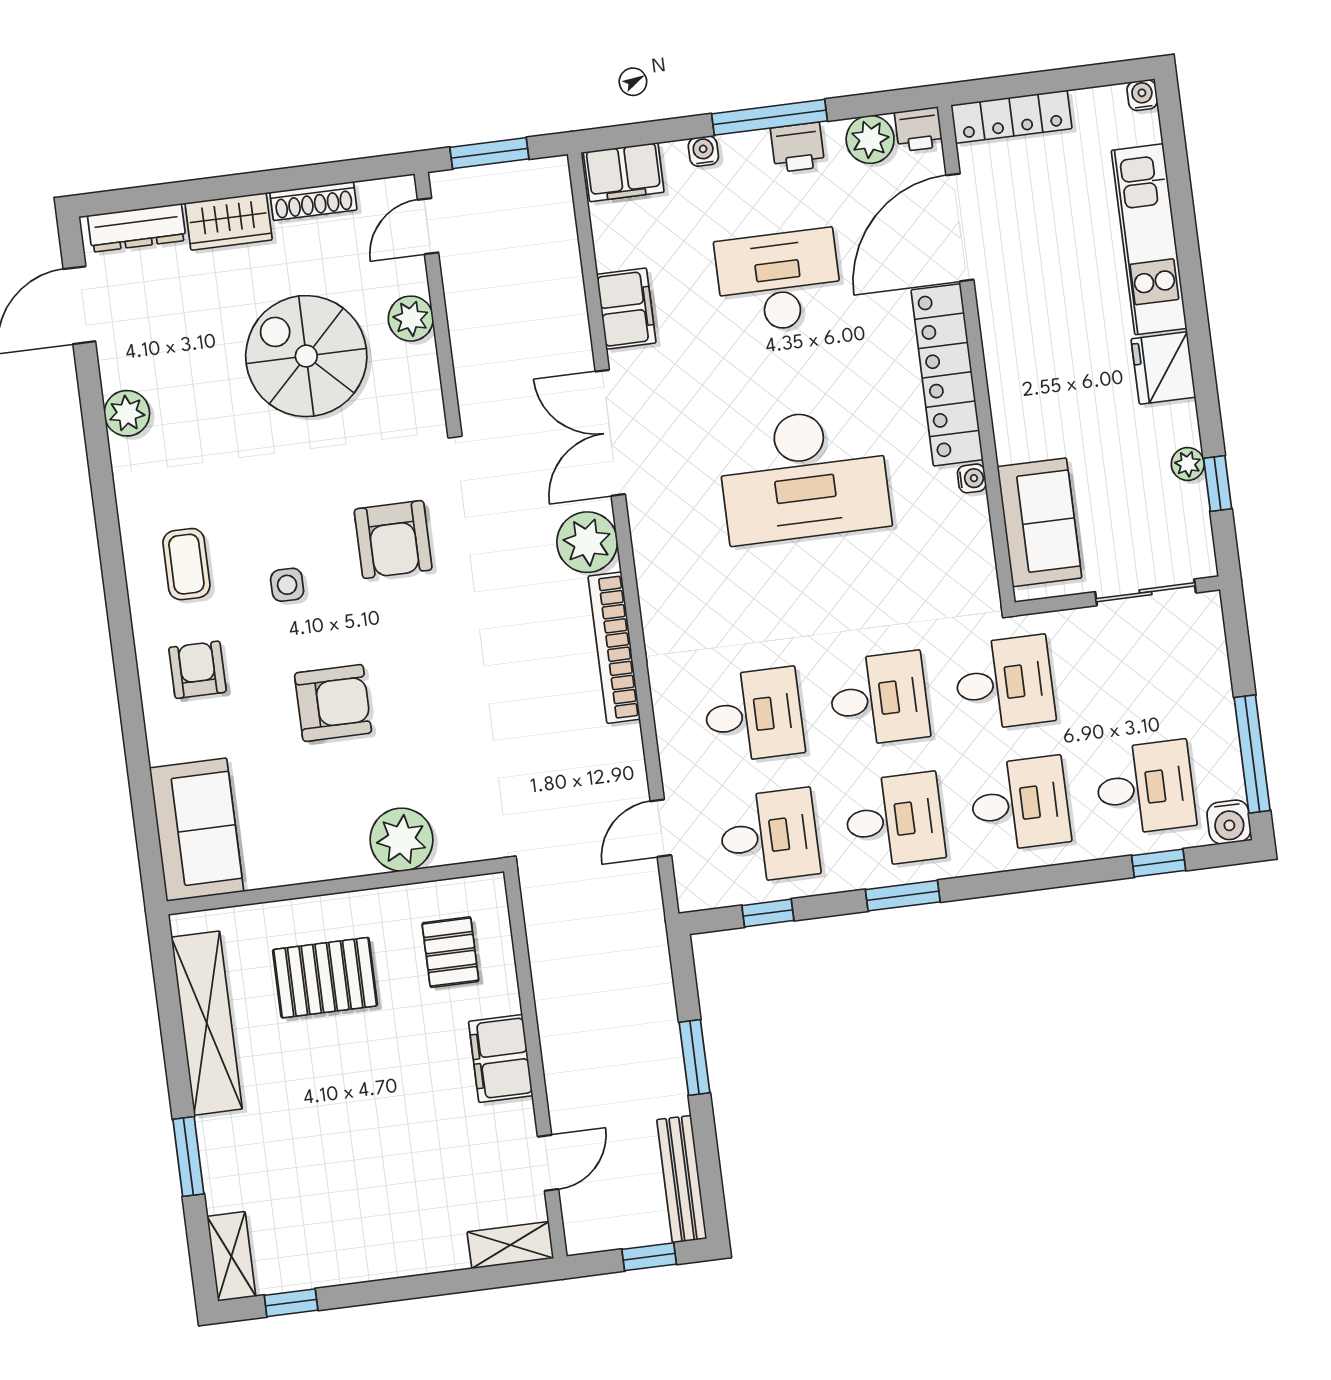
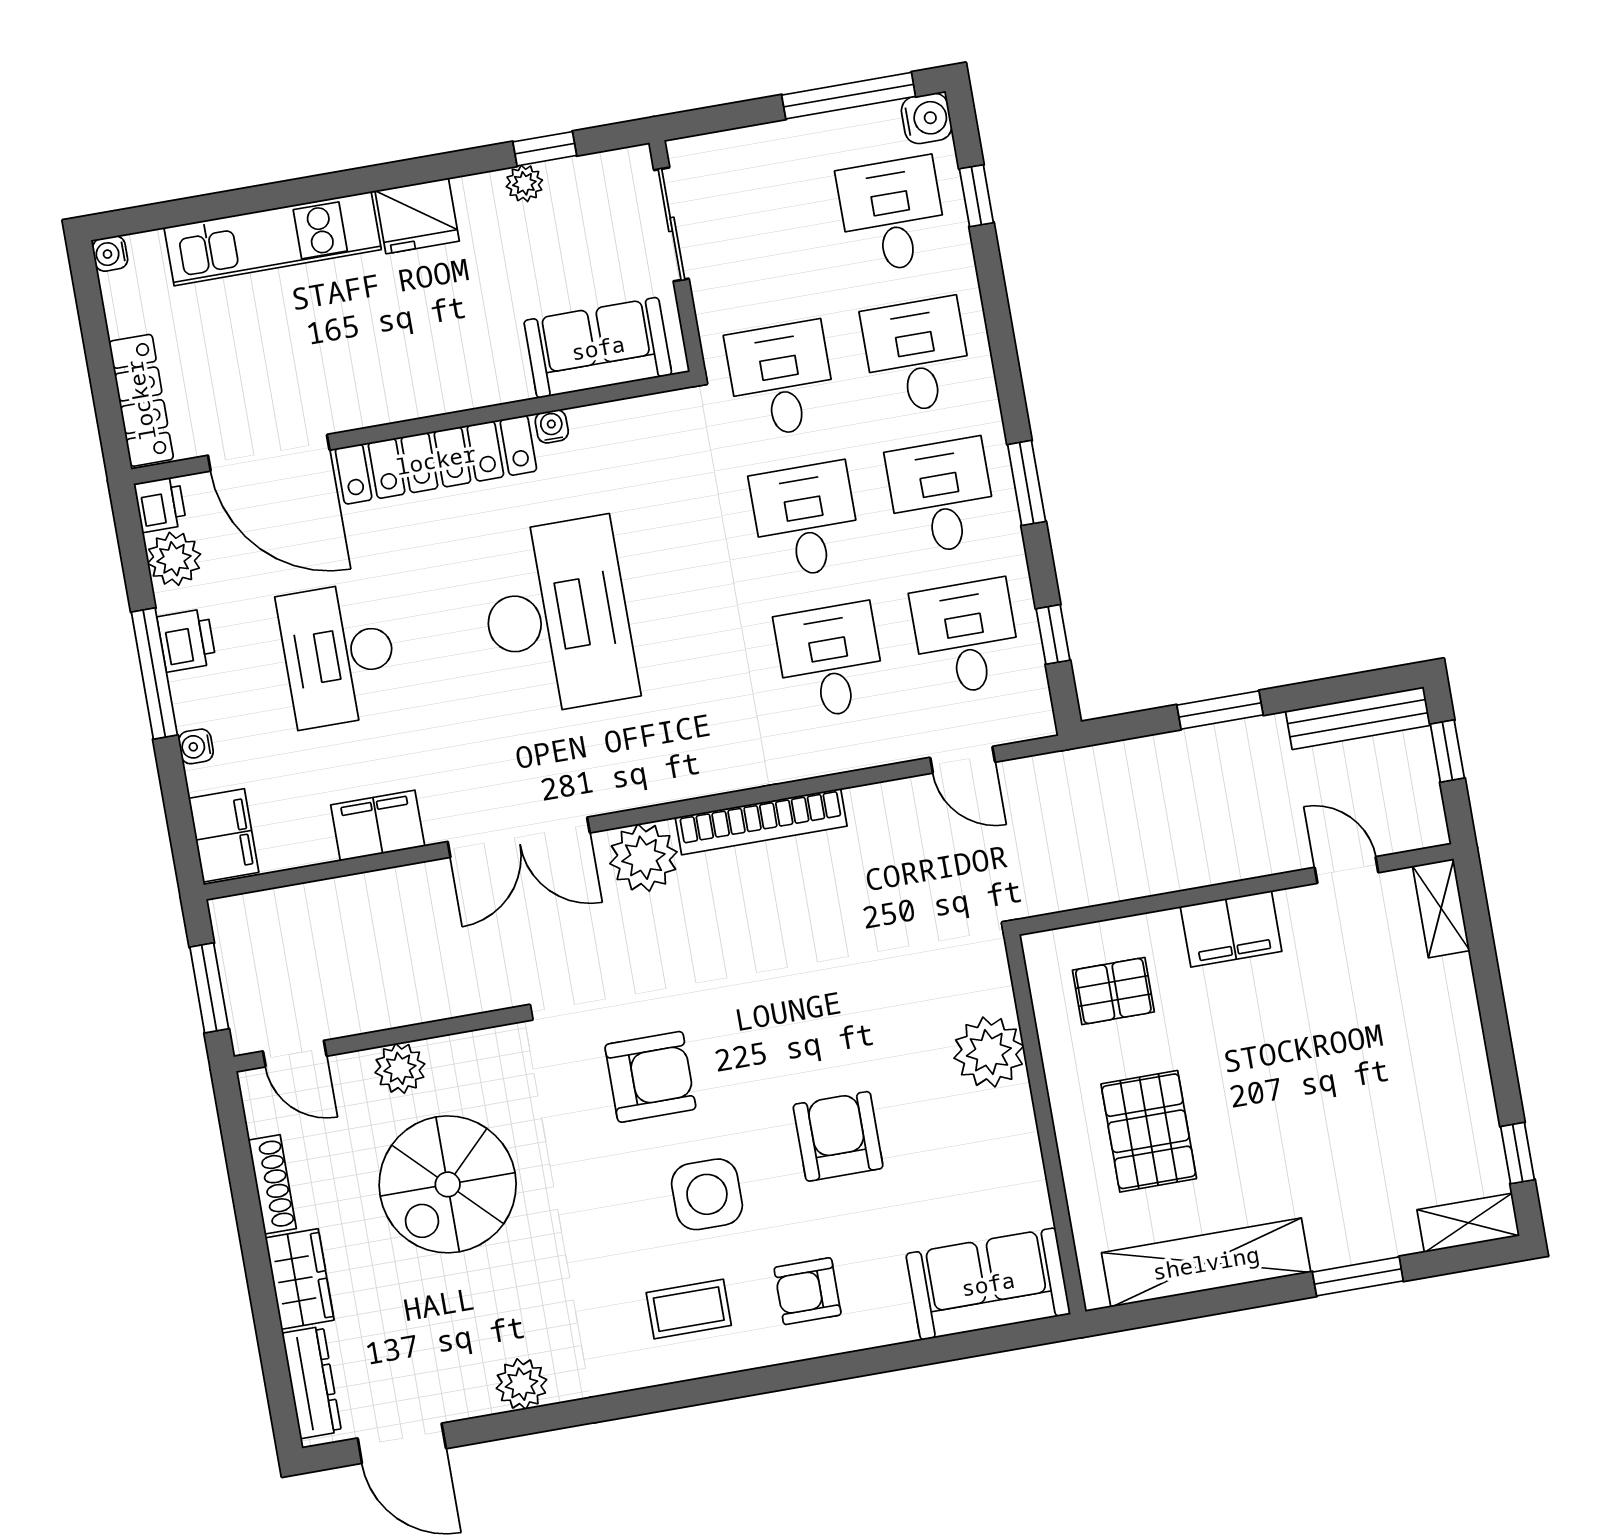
side table: (287, 585) -> (707, 1194), width x1.87, depth x1.87

